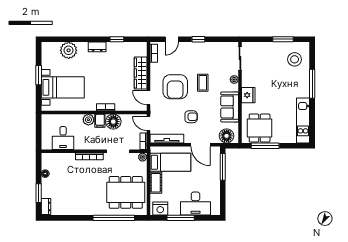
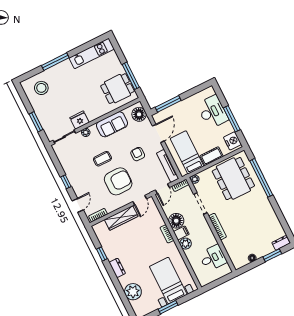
door: (172, 39) -> (78, 205), hinge flipped
window: (283, 39) -> (36, 122), moved
fridge: (248, 95) -> (79, 120), moved

